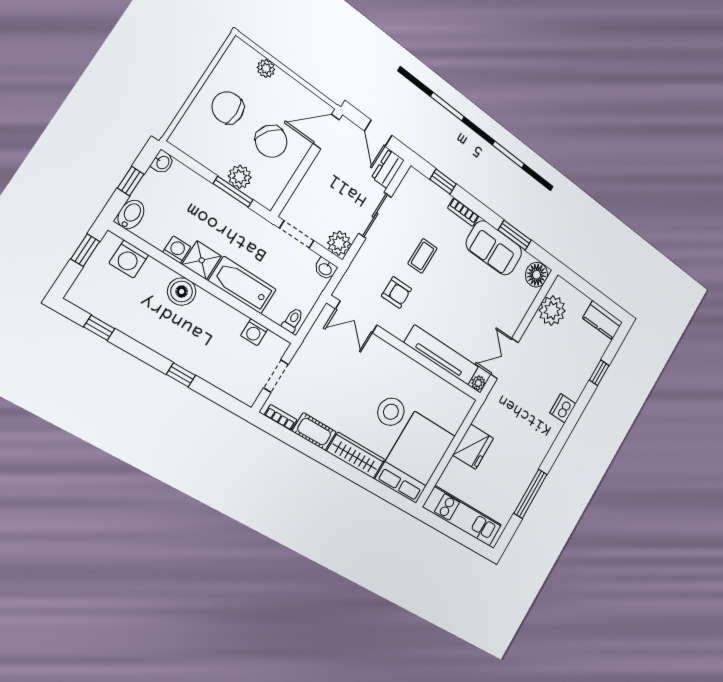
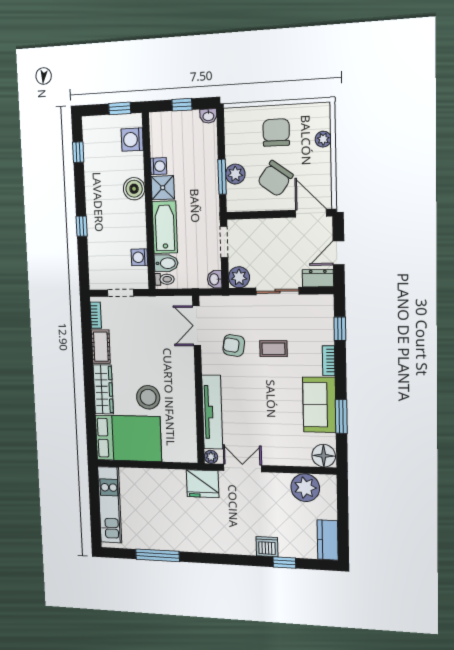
bidet: (131, 215) -> (166, 263), moved
armchair: (397, 292) -> (234, 345), turned 99
dishwasher: (563, 408) -> (267, 547), moved
fridge: (473, 447) -> (203, 484), moved

